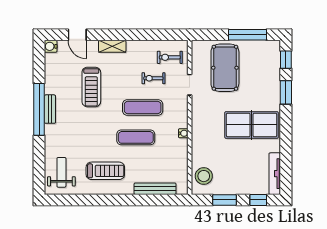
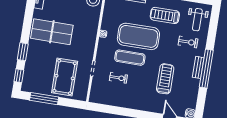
shelving: (112, 46) -> (145, 106), removed
exercise bike: (170, 57) -> (188, 42), moved
exercise mat: (136, 137) -> (138, 36), width x2.00, depth x1.45

